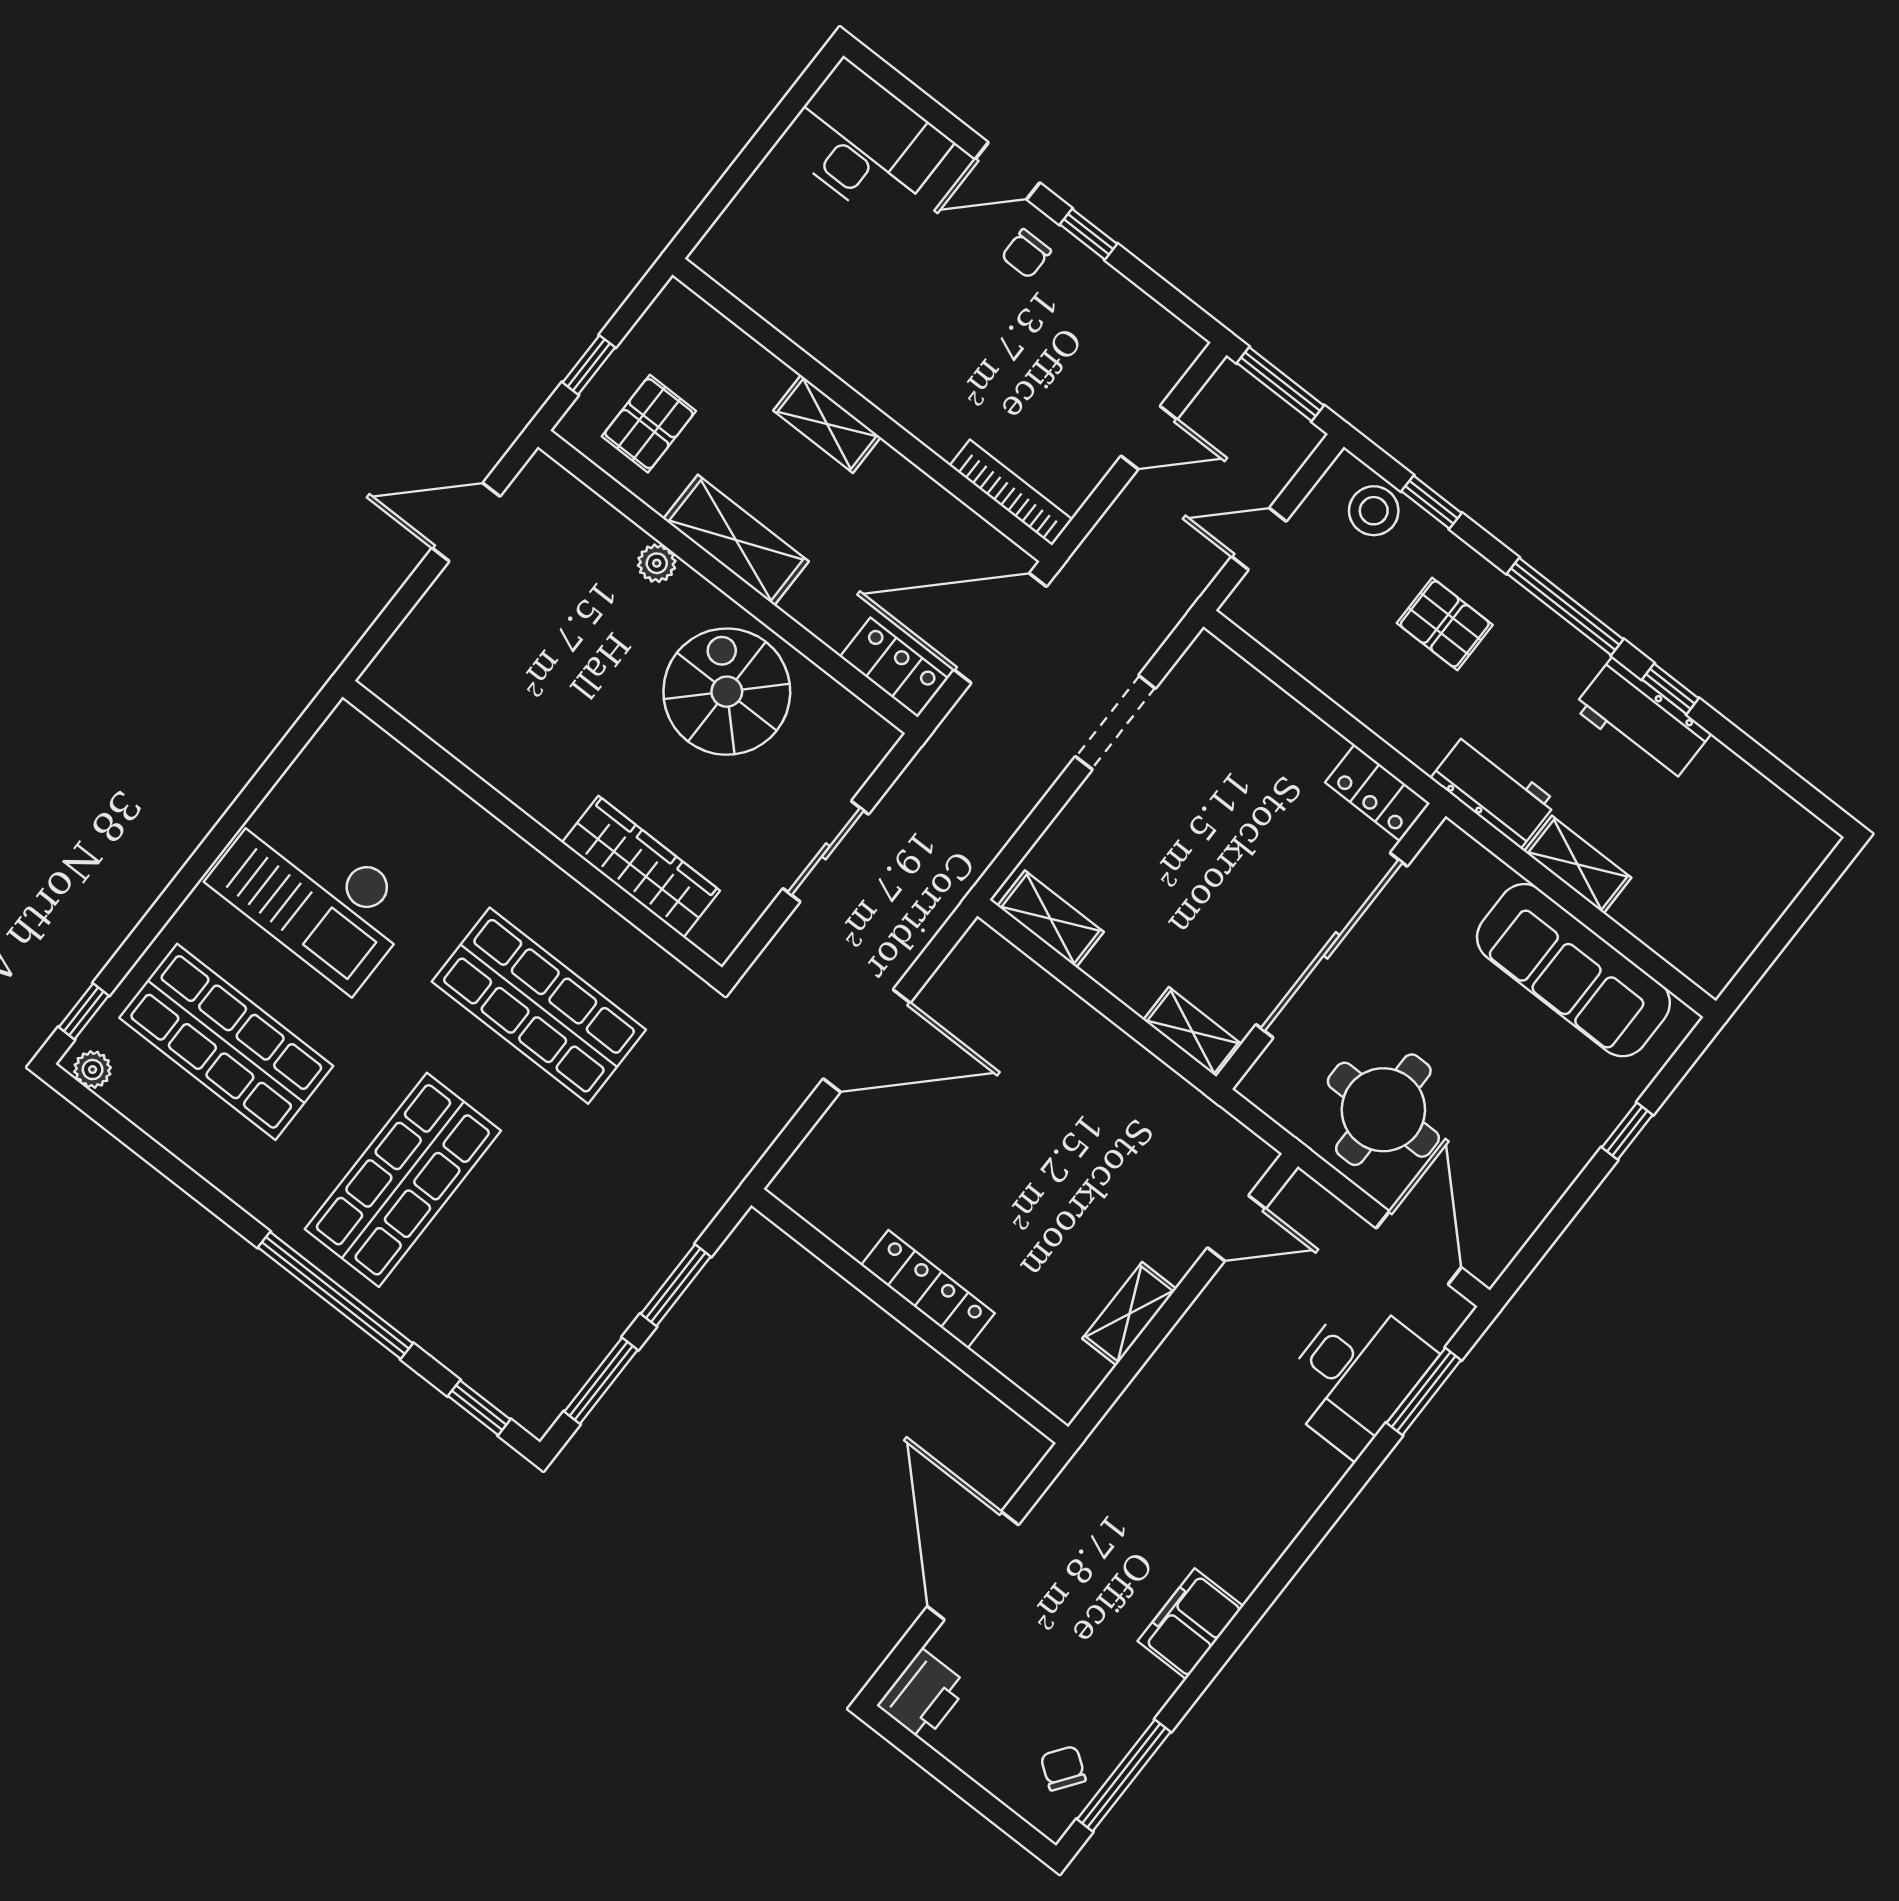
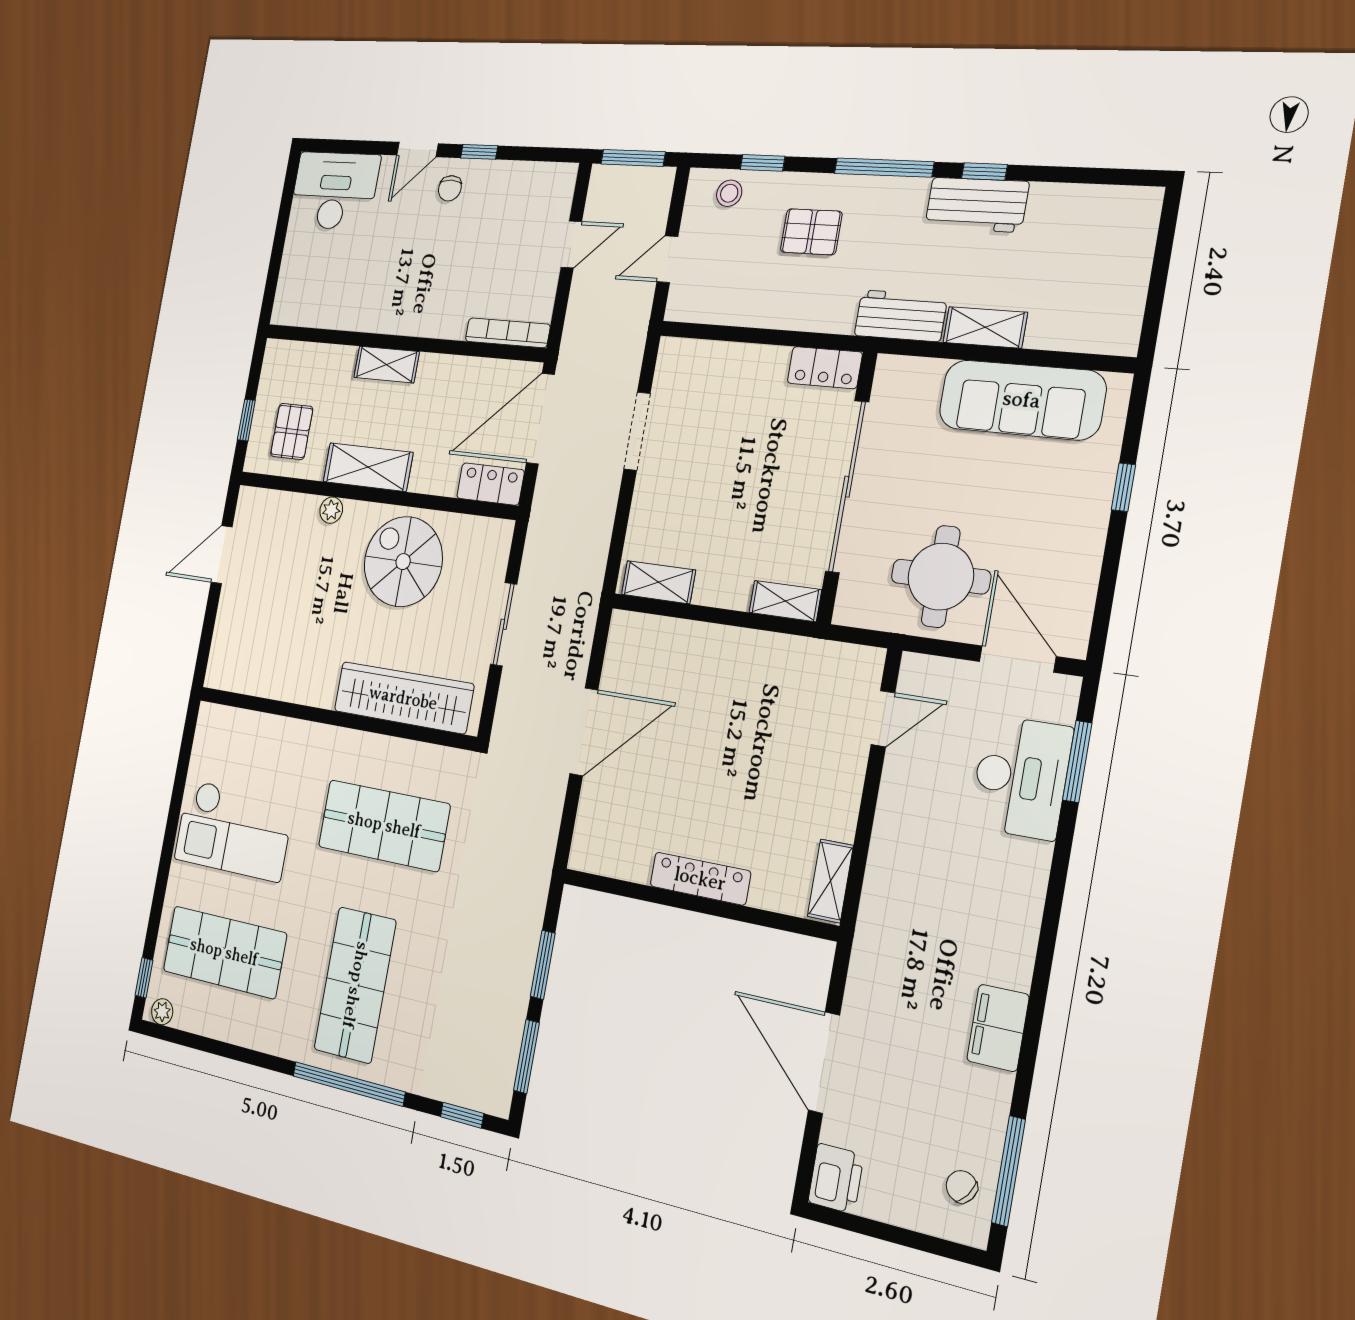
stool: (1374, 511) -> (729, 193), width x0.73, depth x0.73
wardrobe: (641, 867) -> (403, 698), width x1.40, depth x1.17
shelving: (1129, 1314) -> (830, 881), moved

